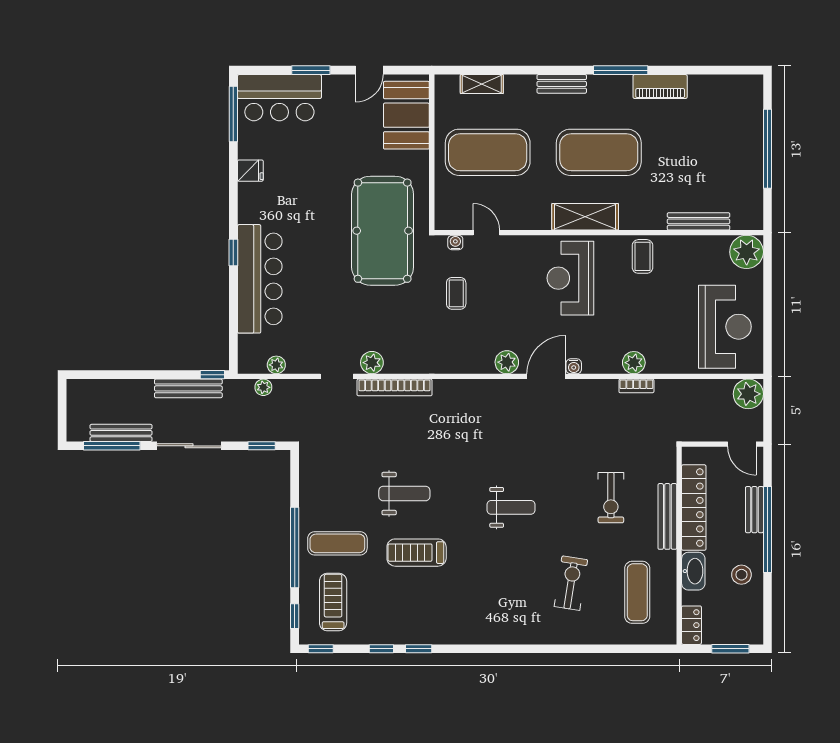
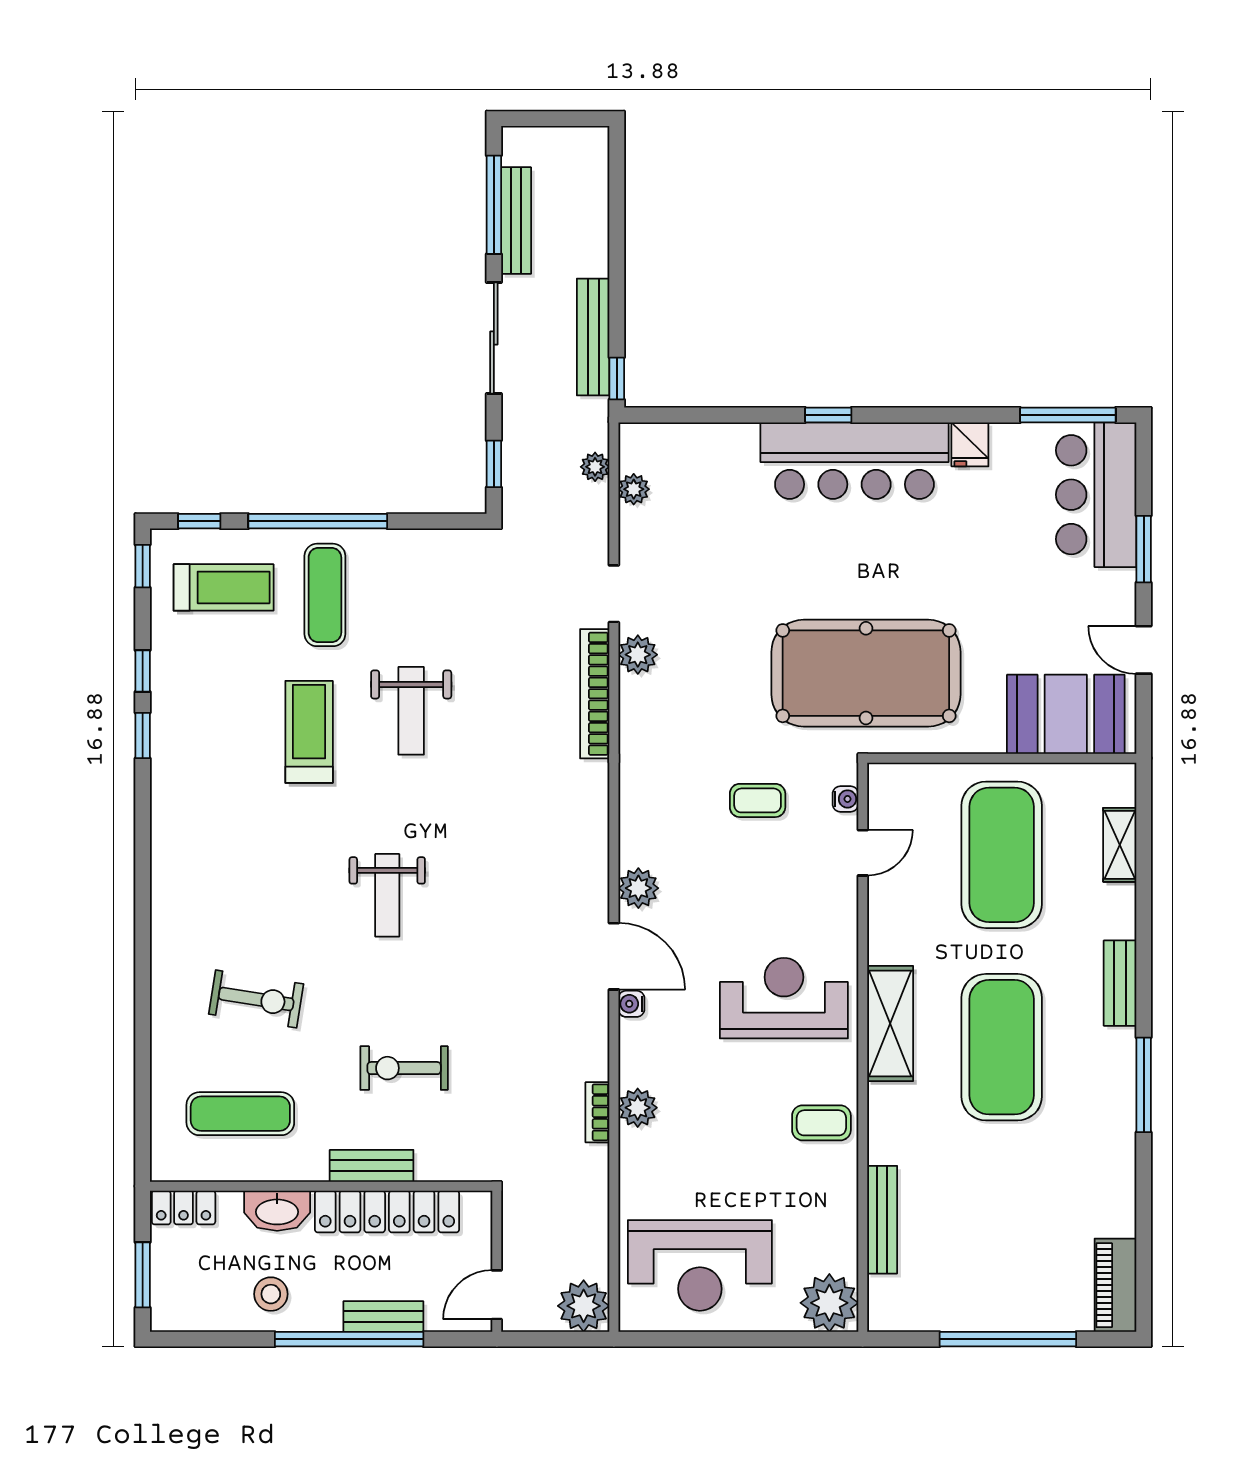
piano: (660, 87) -> (1115, 1285), moved
bar counter: (260, 279) -> (854, 461), moved
bench: (667, 516) -> (372, 1166), width x0.73

